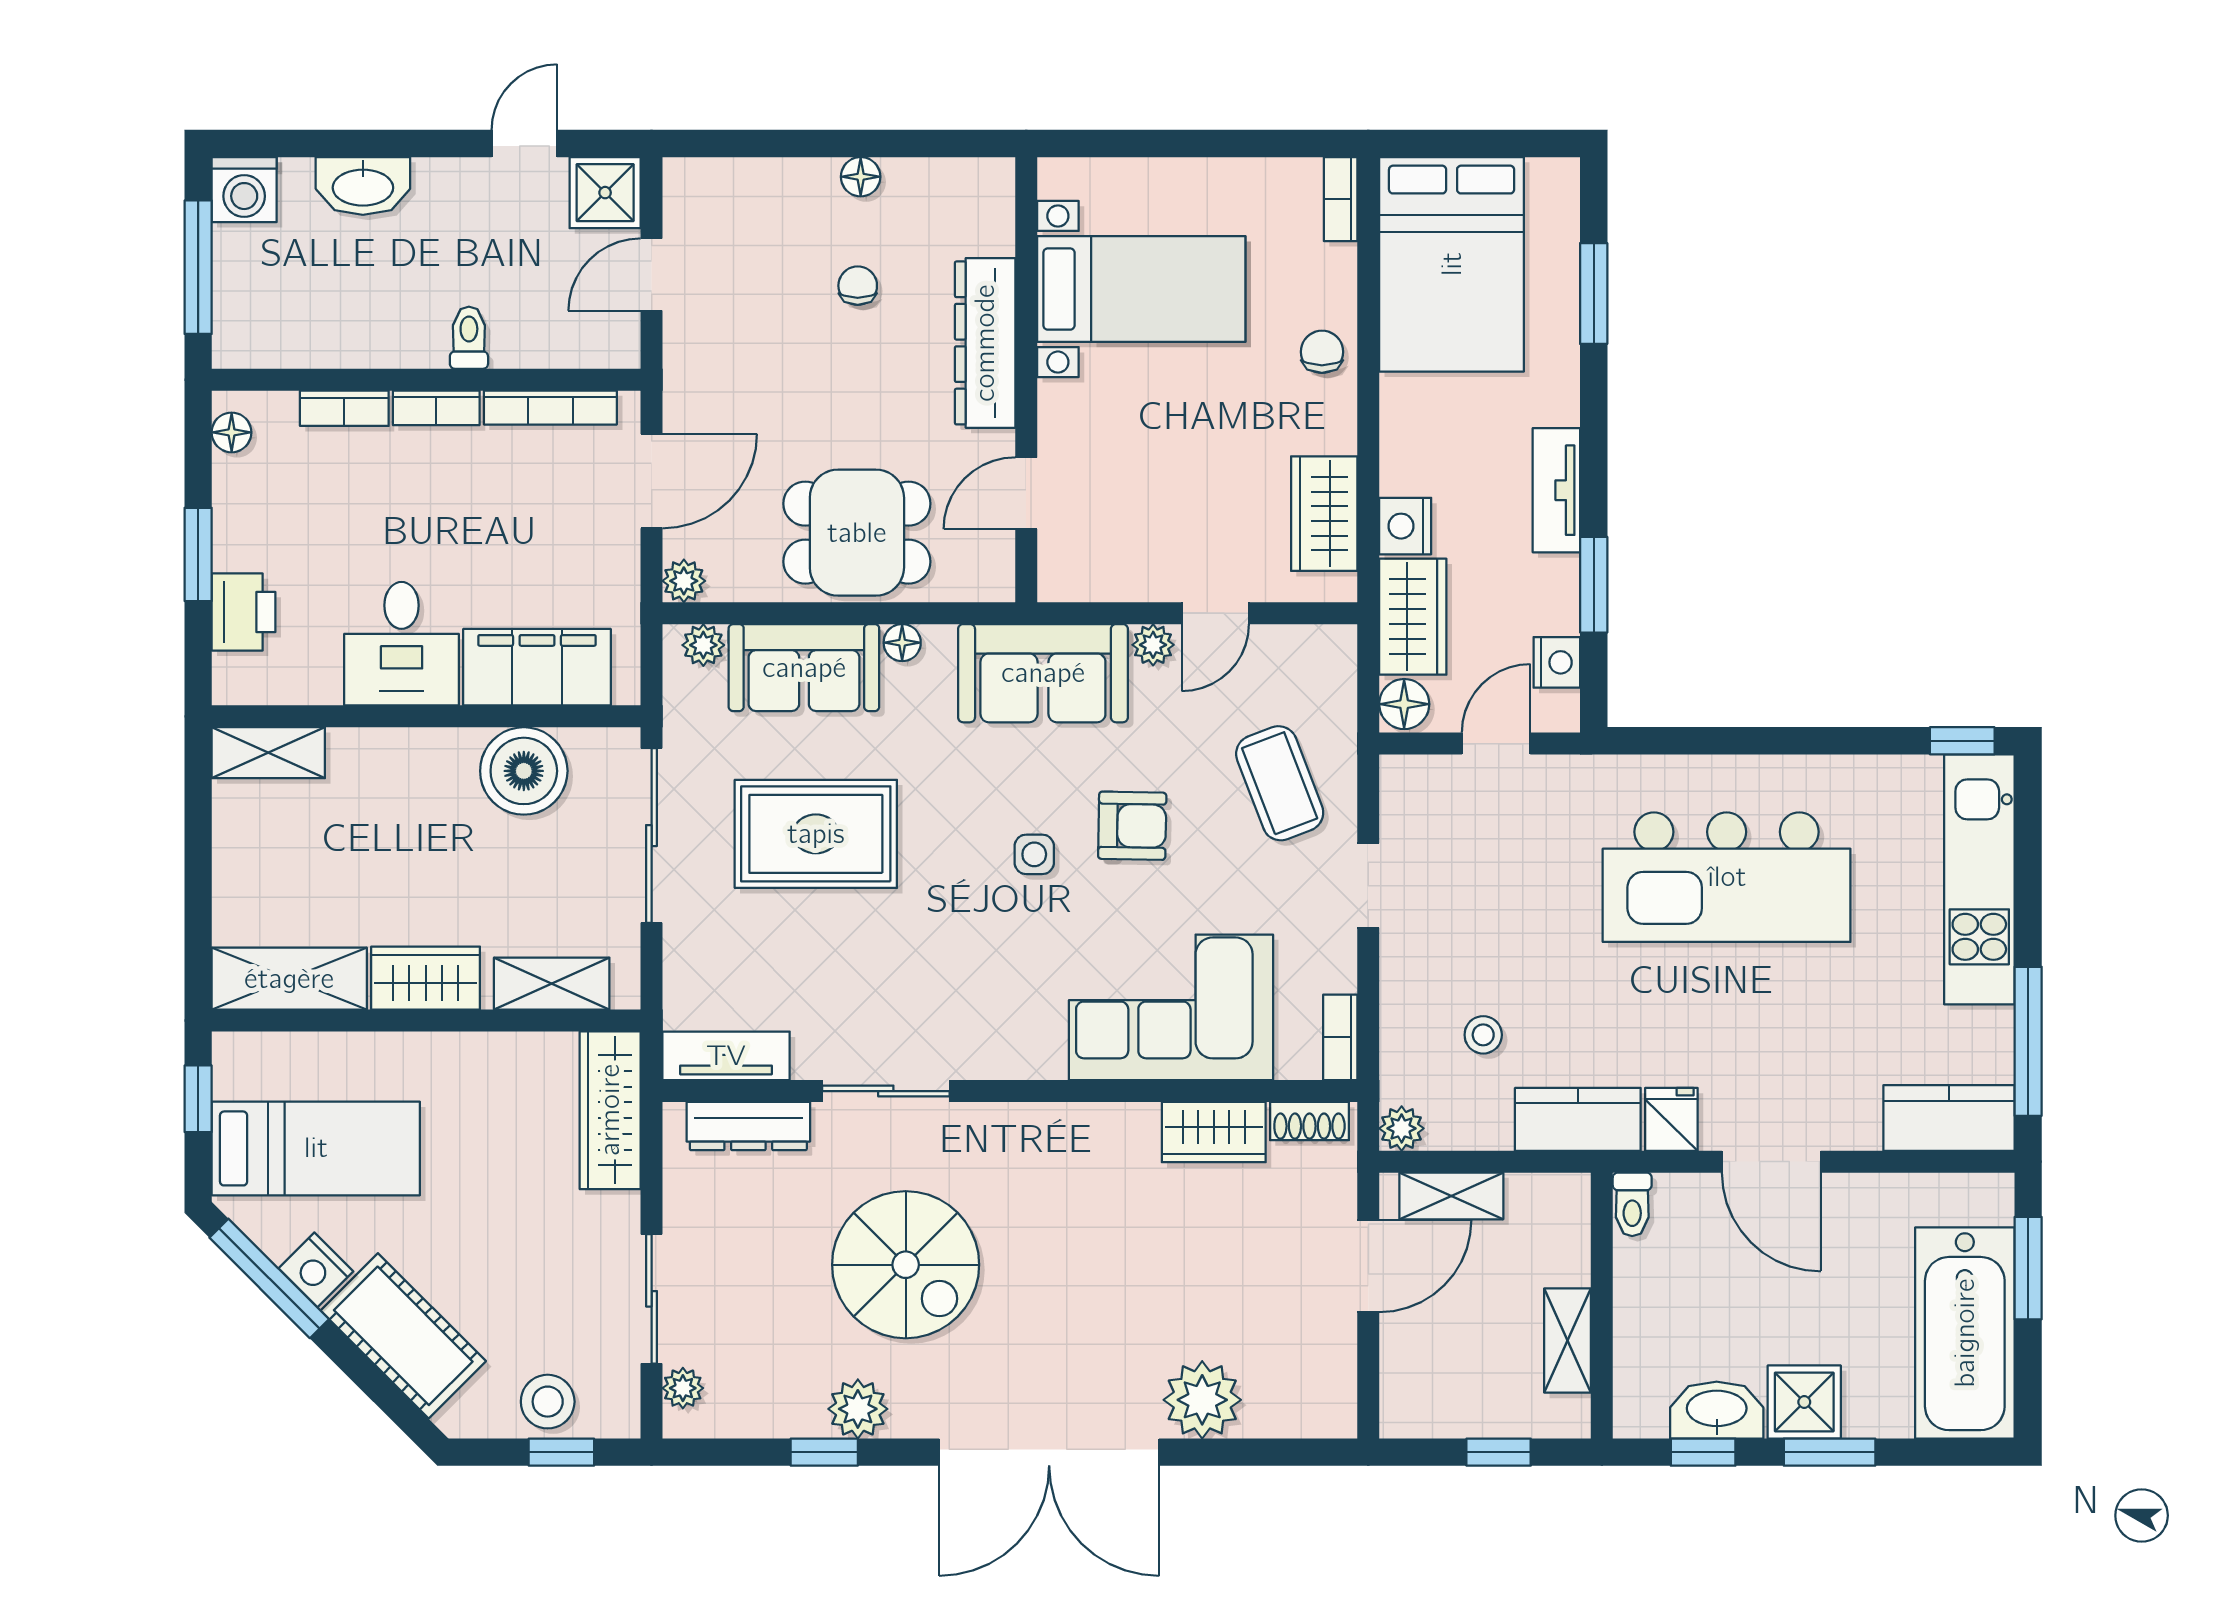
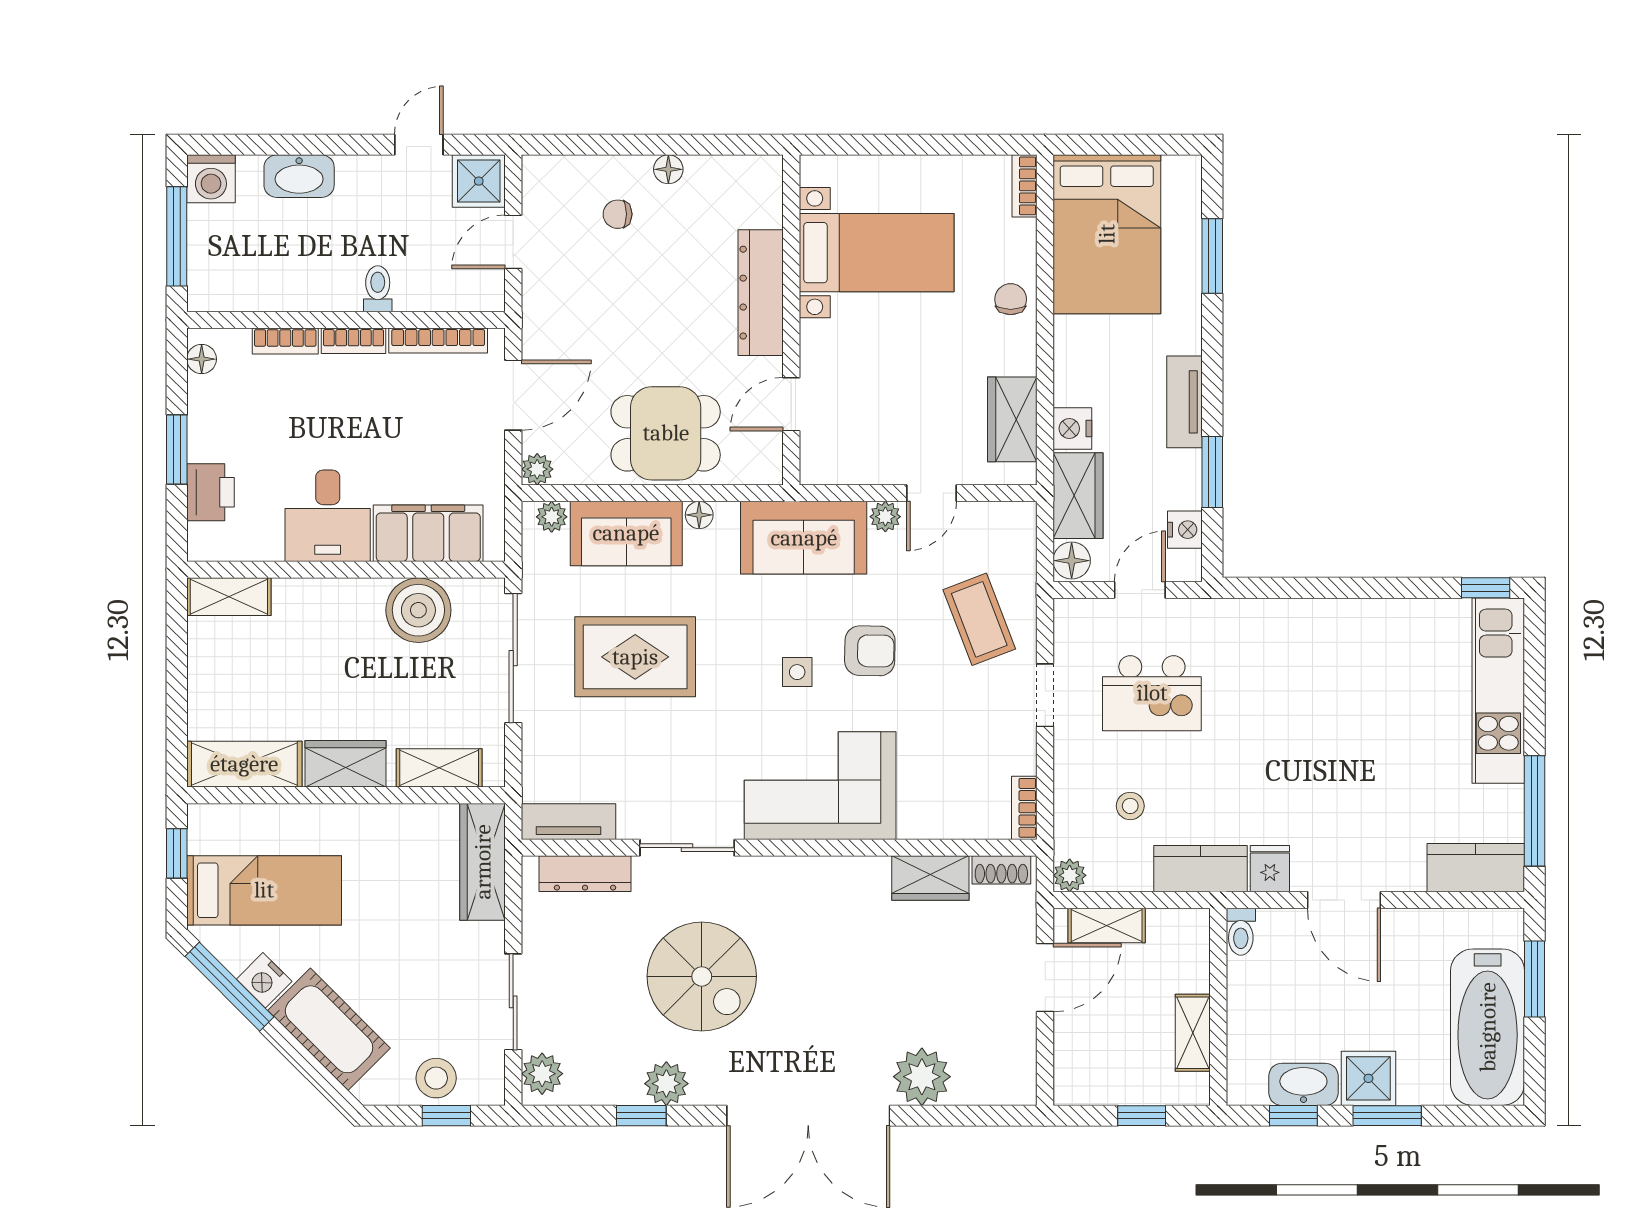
chair: (858, 286) -> (618, 214), moved, turned -90
kitchen island: (1727, 877) -> (1152, 693), moved, width x0.54, depth x0.78
corner sofa: (1171, 1007) -> (820, 786), moved
plant: (683, 1388) -> (542, 1074), width x1.38, depth x1.38

